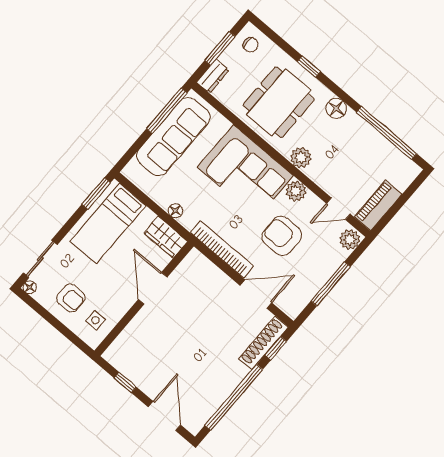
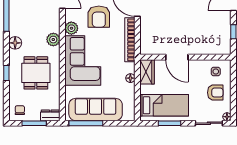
dining table: (279, 102) -> (36, 73), width x0.73
window: (96, 194) -> (170, 123), moved
door: (153, 288) -> (177, 57), hinge flipped
armchair: (71, 298) -> (215, 93), turned 90

